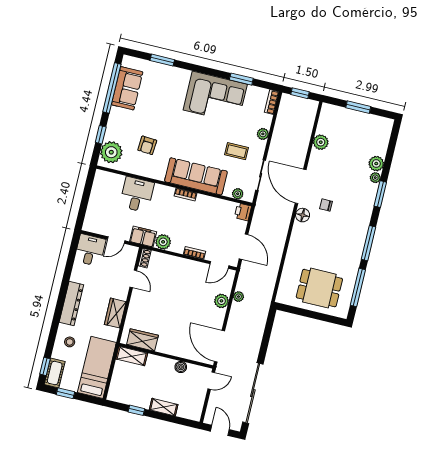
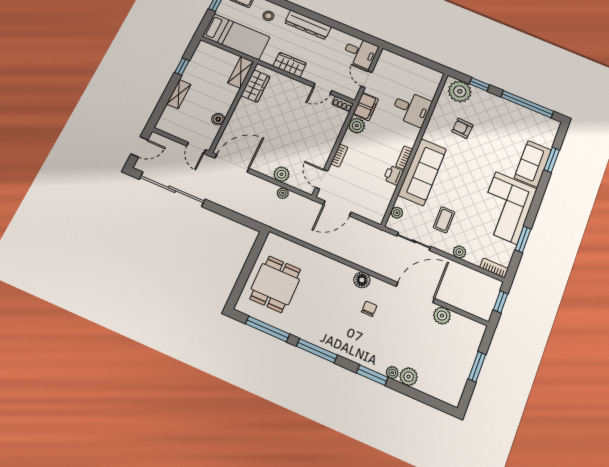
sofa: (127, 88) -> (533, 164), moved, turned 90
door: (301, 186) -> (415, 292), moved
printer: (243, 212) -> (393, 175), moved, turned -90

